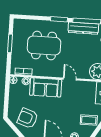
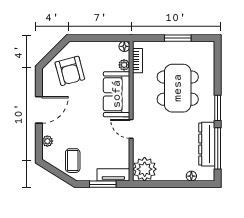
door: (70, 79) -> (131, 129), swing flipped
armchair: (28, 118) -> (70, 71), turned 146

